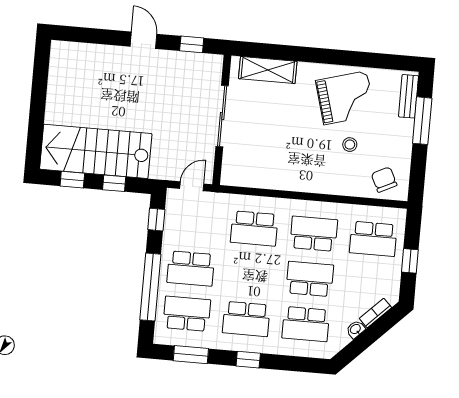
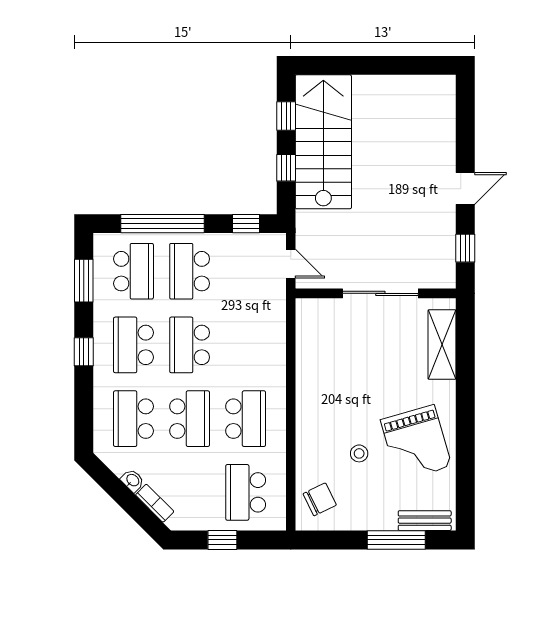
school desk: (254, 228) -> (190, 345), moved

